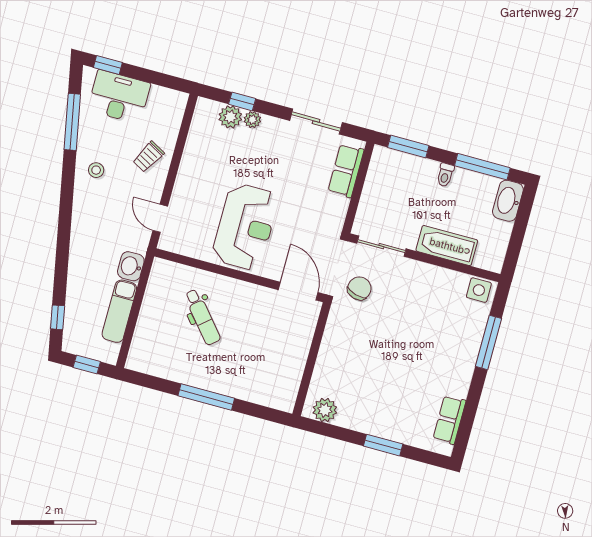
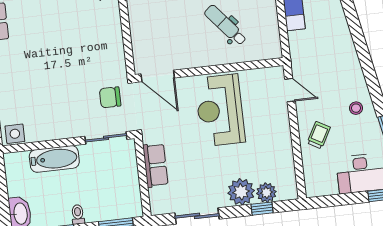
plant: (252, 120) -> (241, 192), width x1.87, depth x1.87
row of seats: (346, 171) -> (155, 165), moved
washbasin: (131, 266) -> (298, 43), removed
chair: (359, 288) -> (110, 97), turned 74

